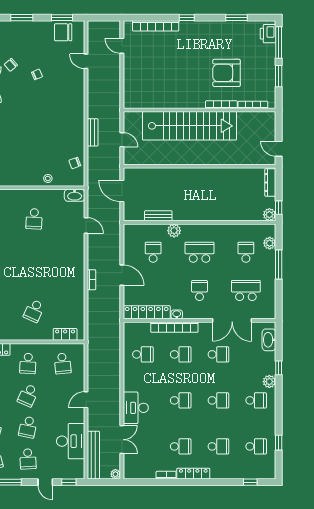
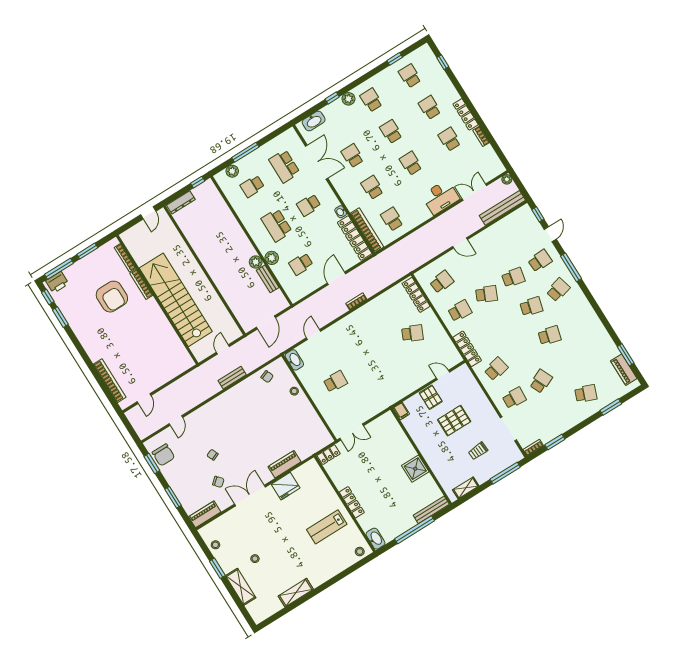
window: (187, 18) -> (48, 297), moved
plant: (269, 215) -> (256, 262), moved
bookcase: (174, 327) -> (367, 230), moved
locker: (65, 334) -> (416, 295), width x1.53
desk: (71, 441) -> (503, 234), removed

